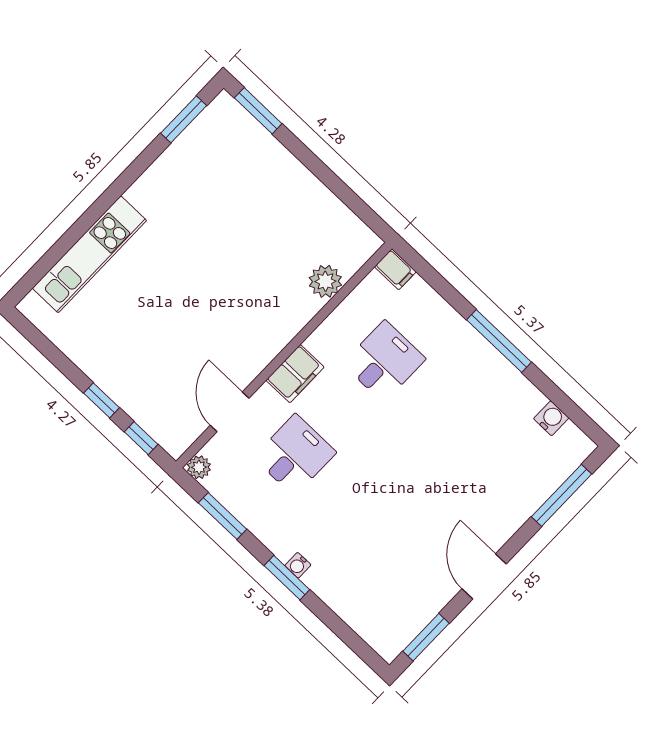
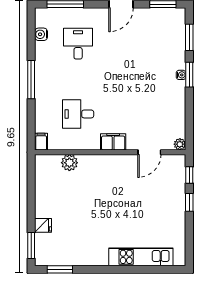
fridge: (271, 156) -> (43, 225), added
desk: (295, 455) -> (78, 44), moved, turned 90
window: (223, 516) -> (189, 37), moved

